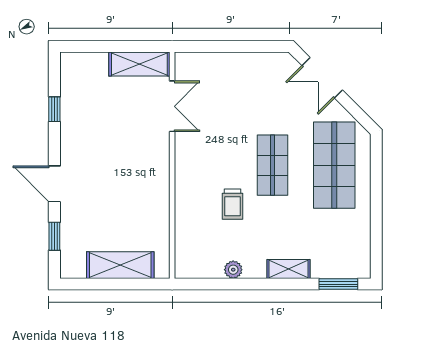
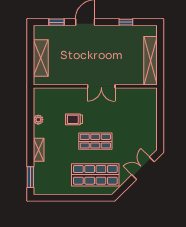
shelving: (139, 64) -> (151, 61), width x1.47
double door: (172, 106) -> (101, 86), moved

